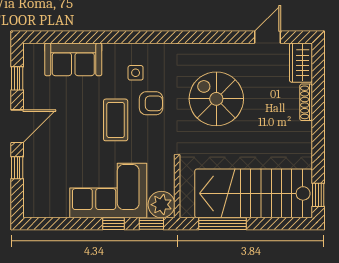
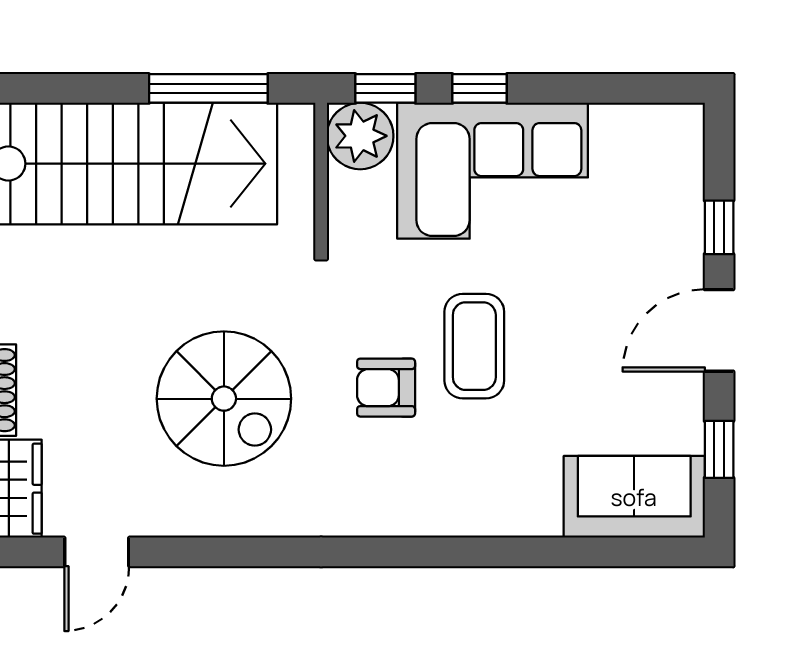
sofa: (73, 59) -> (634, 497), moved
side table: (136, 73) -> (425, 463), removed

